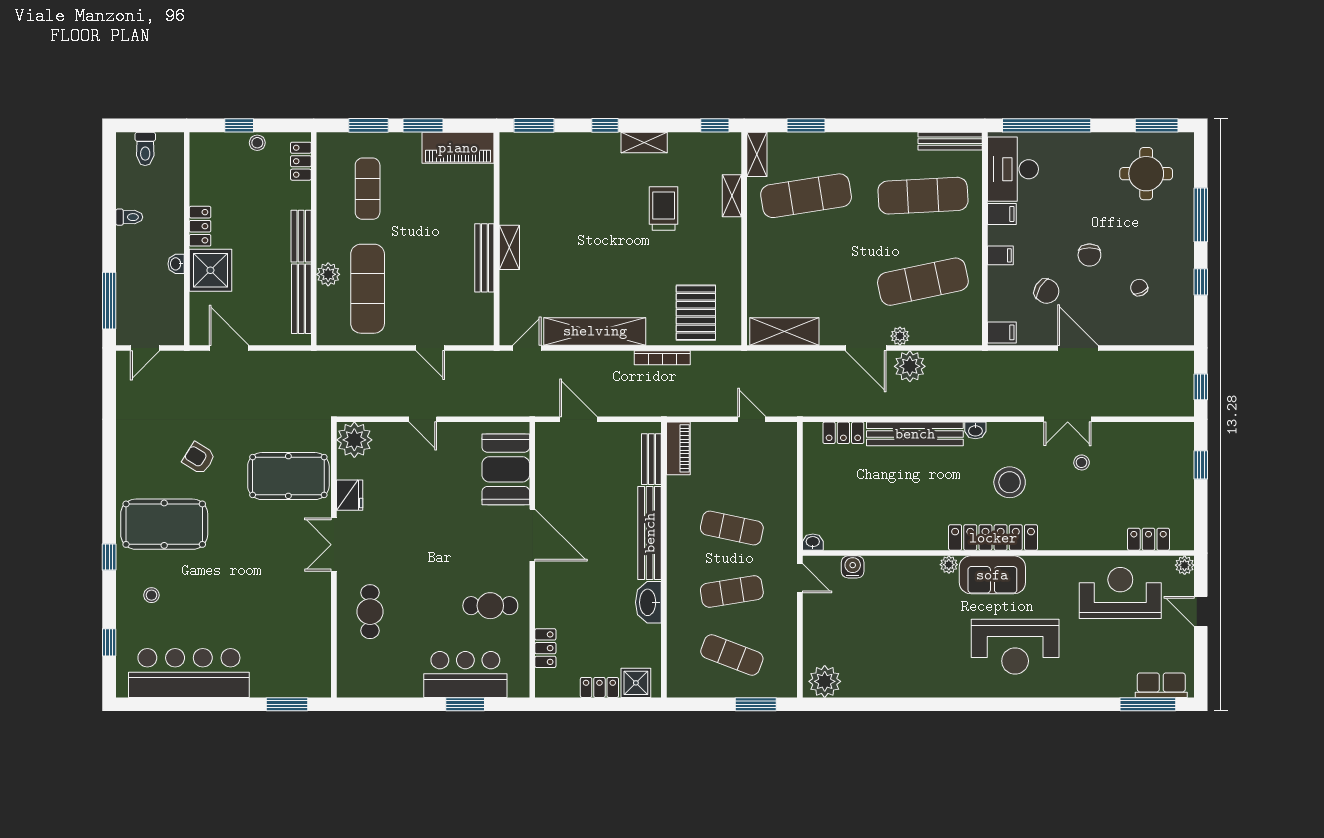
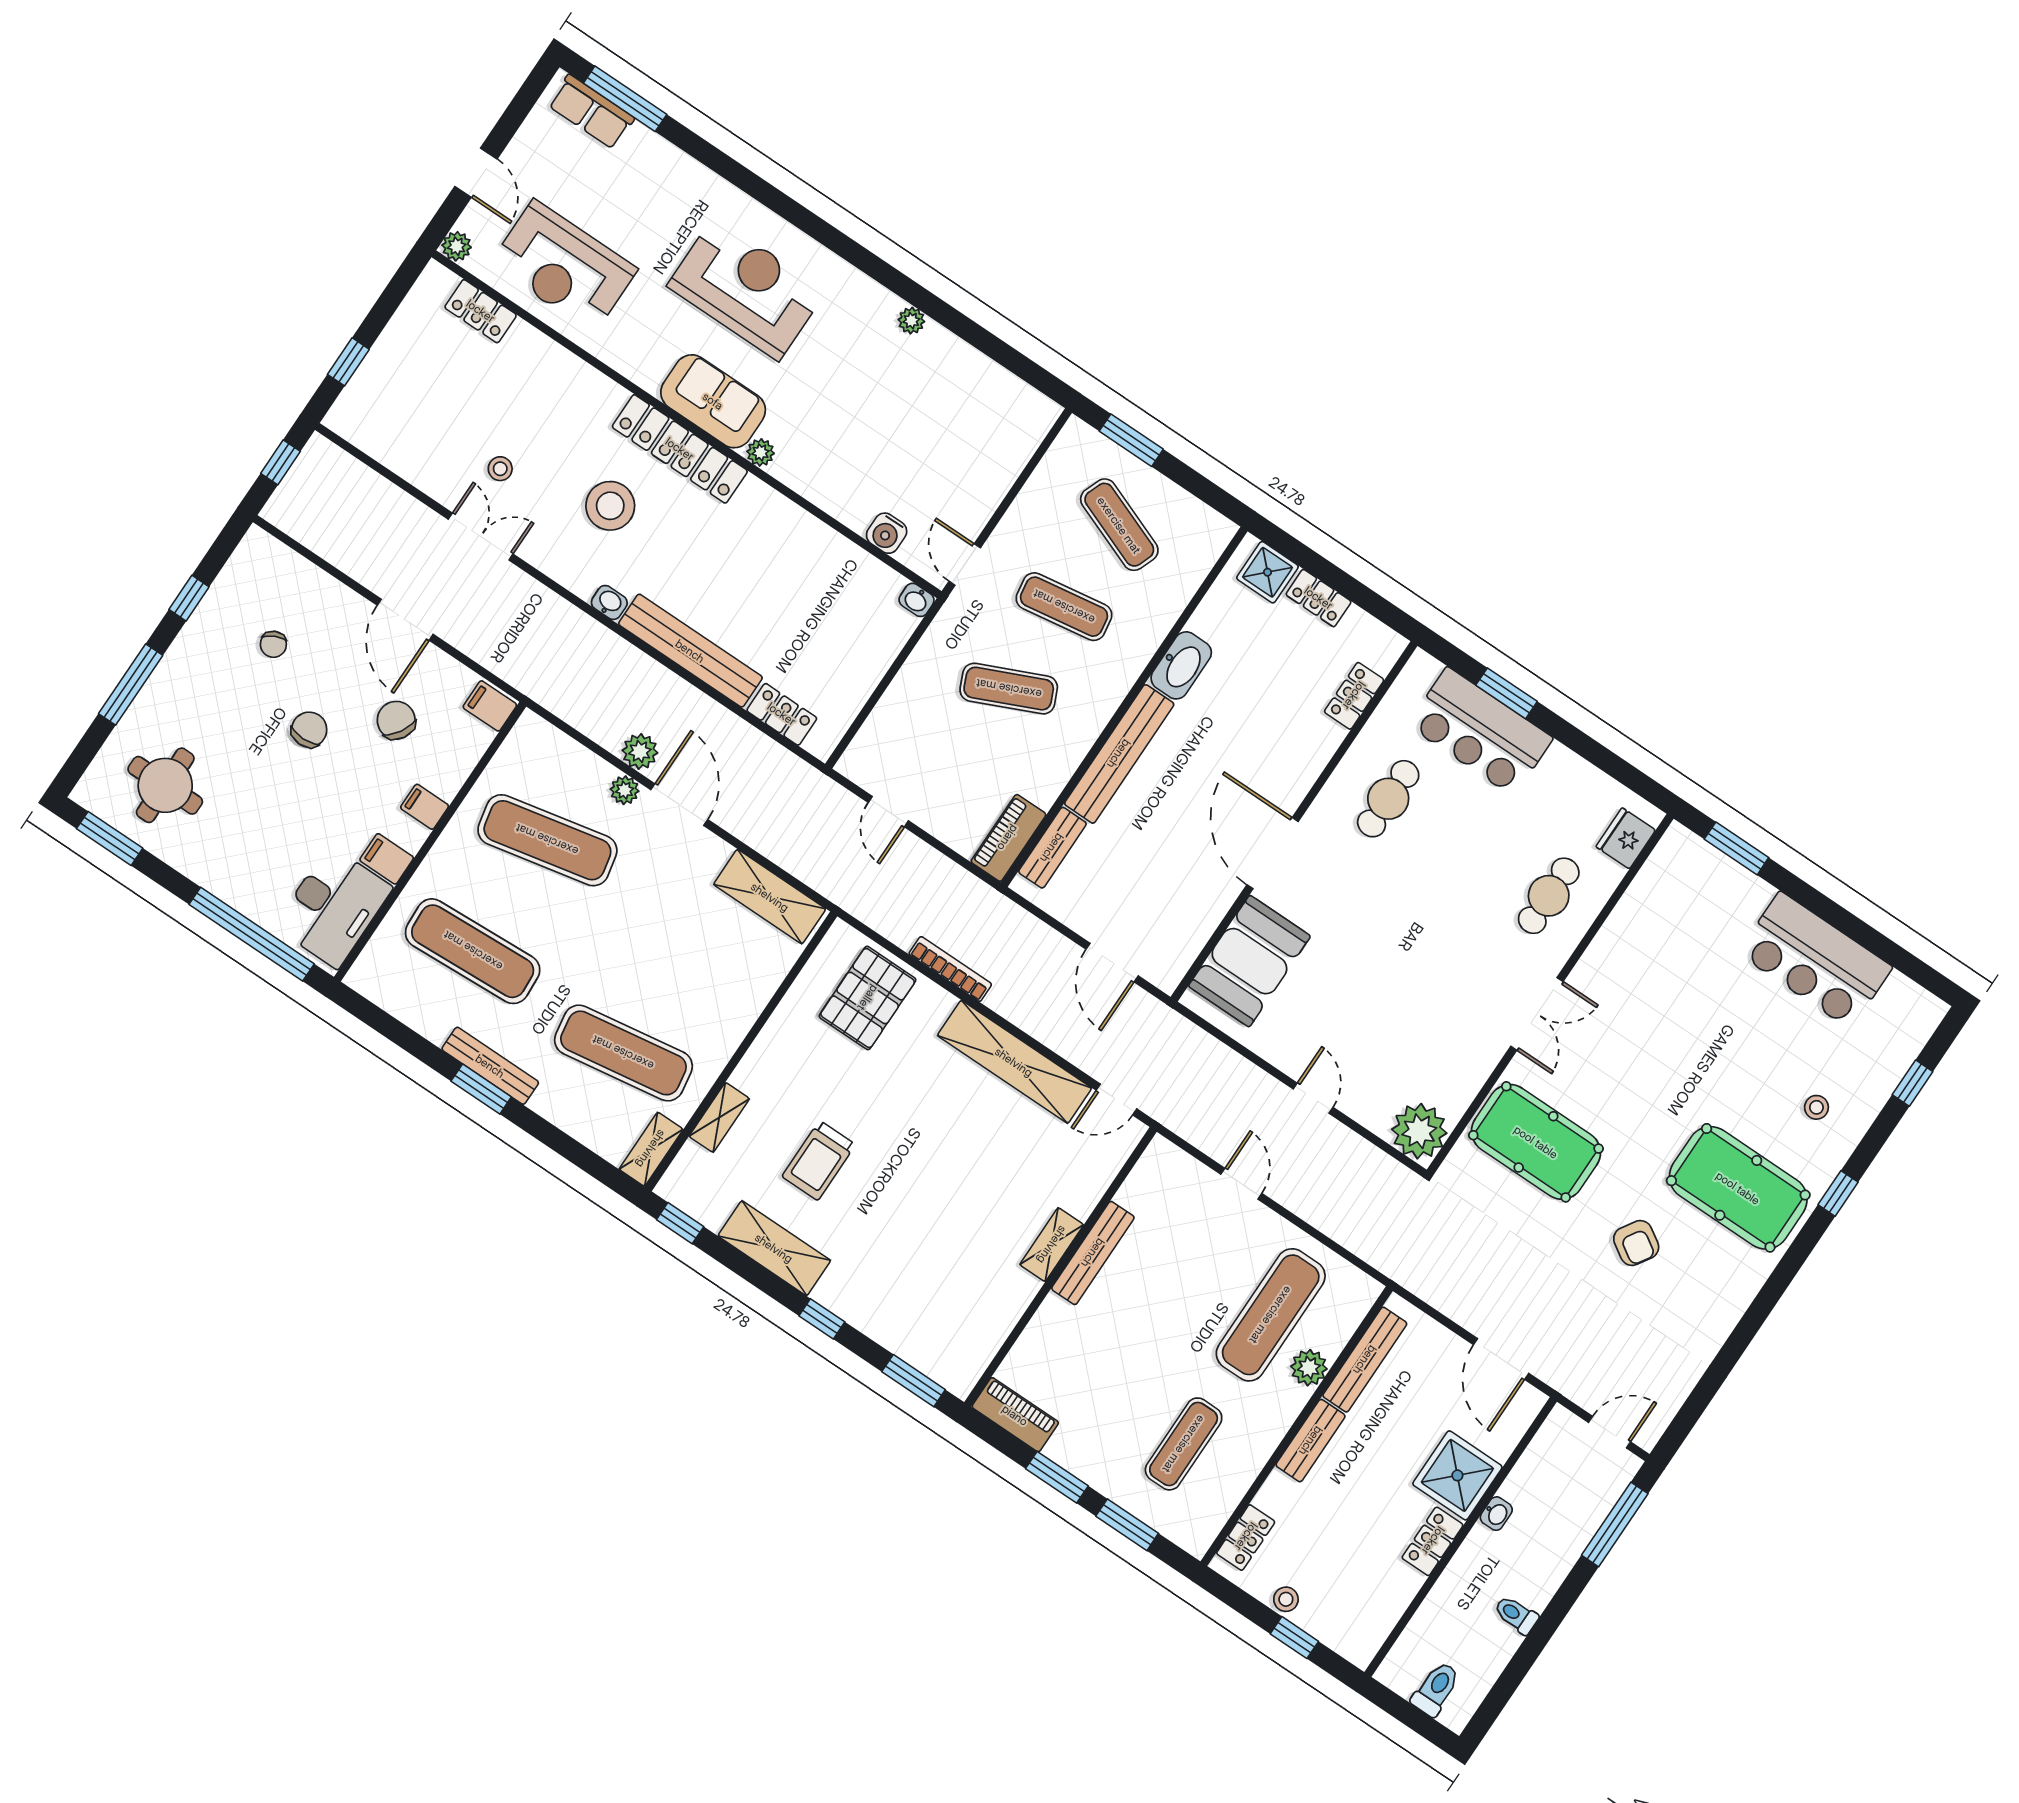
window: (806, 125) -> (481, 1089), moved
bench: (950, 141) -> (490, 1066), moved
shelving: (644, 142) -> (774, 1248), width x1.50, depth x1.33
piano: (458, 148) -> (1015, 1415), width x0.73, depth x0.75
plant: (910, 366) -> (640, 752), width x0.73, depth x0.73
fridge: (350, 495) -> (1626, 838), moved
exercise mat: (732, 528) -> (1009, 689), turned -36
cafe table: (490, 606) -> (1388, 799), turned 90
bar counter: (189, 673) -> (1815, 960), width x0.73
plant: (825, 681) -> (911, 321), moved, width x0.53, depth x0.53

